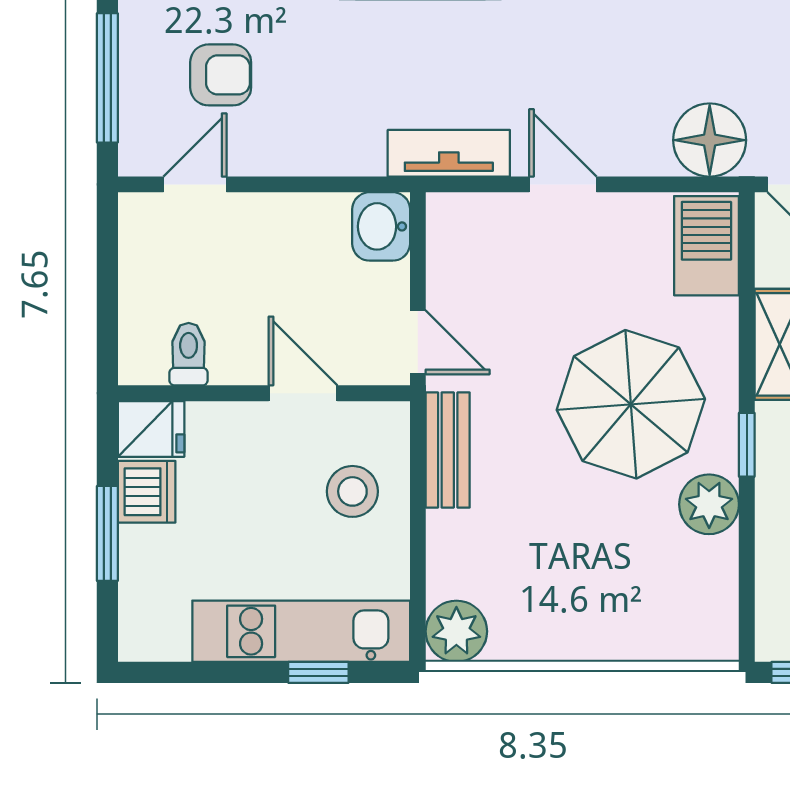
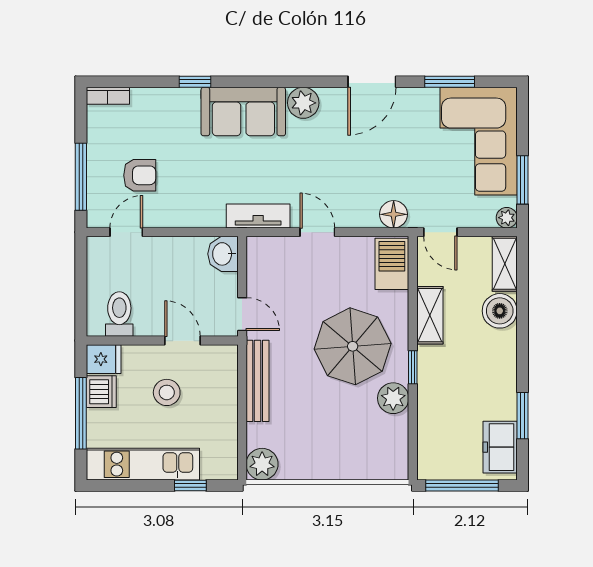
floor lamp: (710, 140) -> (394, 214), width x0.73, depth x0.73
toilet: (189, 354) -> (119, 314), width x1.37, depth x1.39
bench: (448, 450) -> (258, 381), width x1.36
stool: (352, 491) -> (167, 392), moved
window: (107, 533) -> (81, 413), width x1.44
kitchen unit: (301, 631) -> (143, 464), moved

